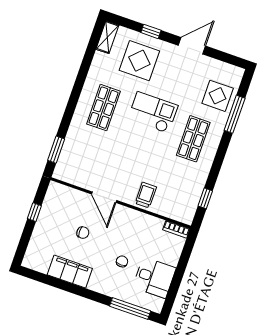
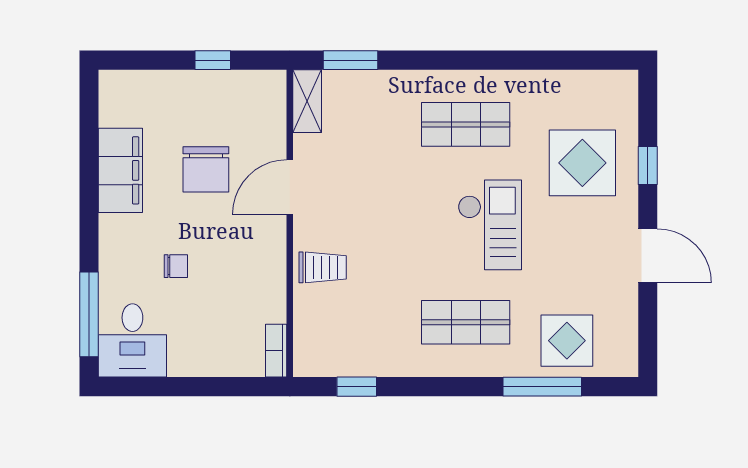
shelving: (107, 37) -> (307, 101), moved, turned 90
chair: (83, 233) -> (206, 169), width x1.87, depth x1.87
desk: (154, 278) -> (132, 340), moved

